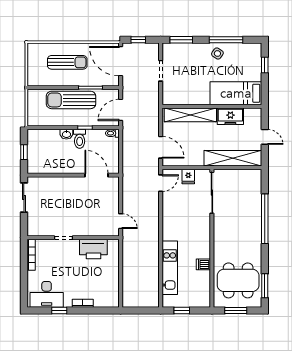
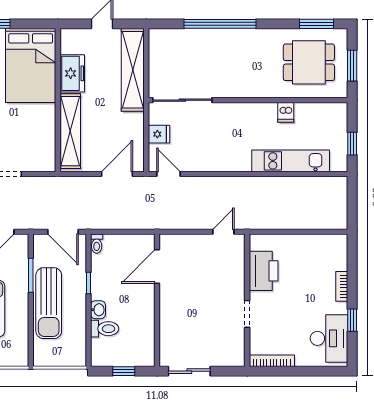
bed: (236, 93) -> (31, 66), width x1.50
toilet: (80, 139) -> (105, 329), moved
dining table: (238, 280) -> (309, 62), width x0.73

